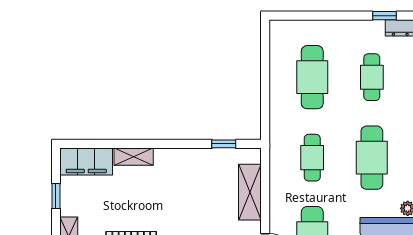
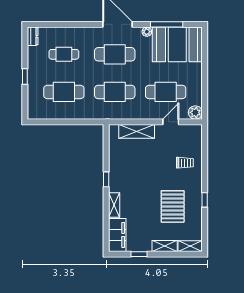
window: (385, 16) -> (25, 77), moved
window: (224, 144) -> (106, 179), moved
cafe table: (312, 158) -> (115, 92), width x1.37, depth x1.35

